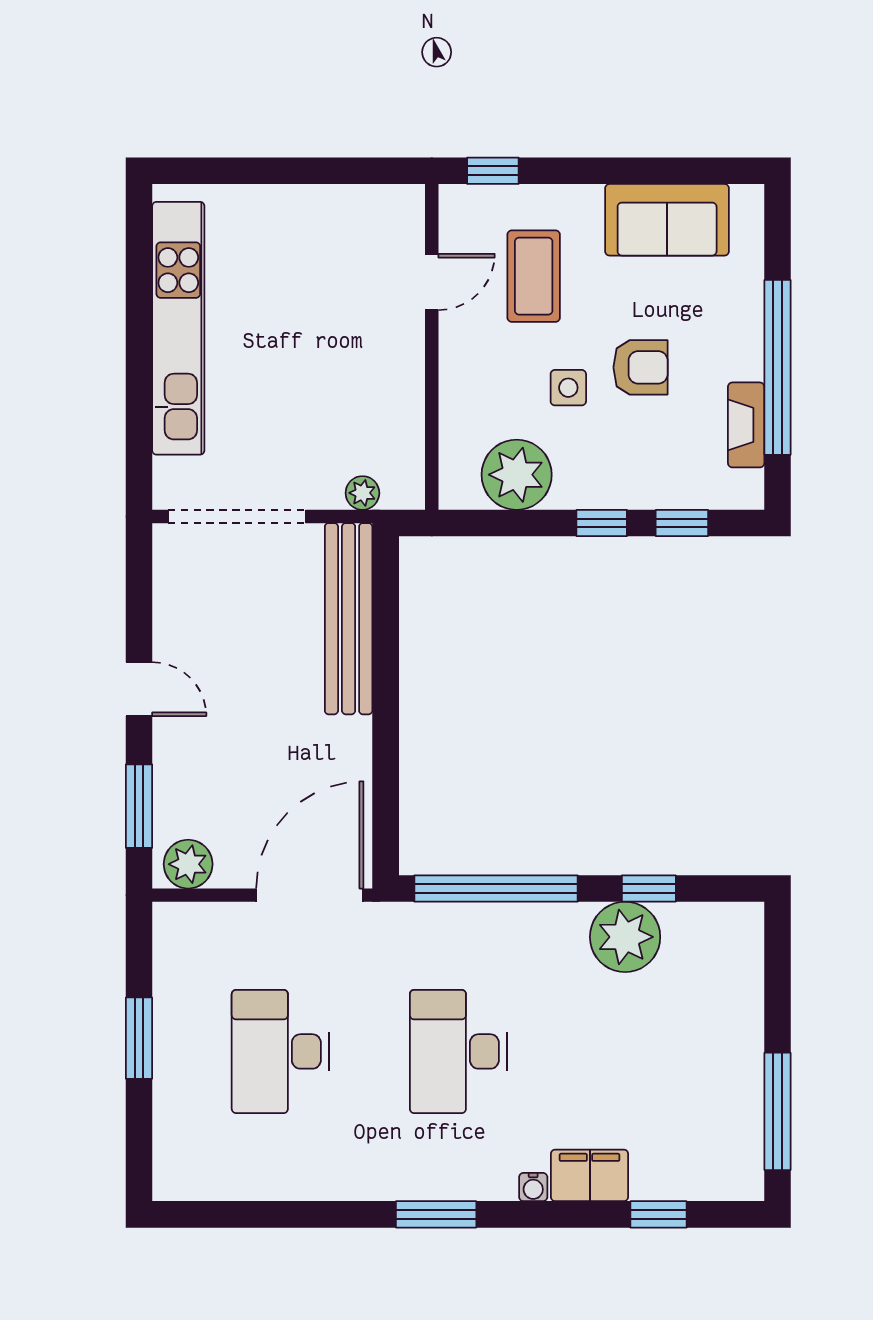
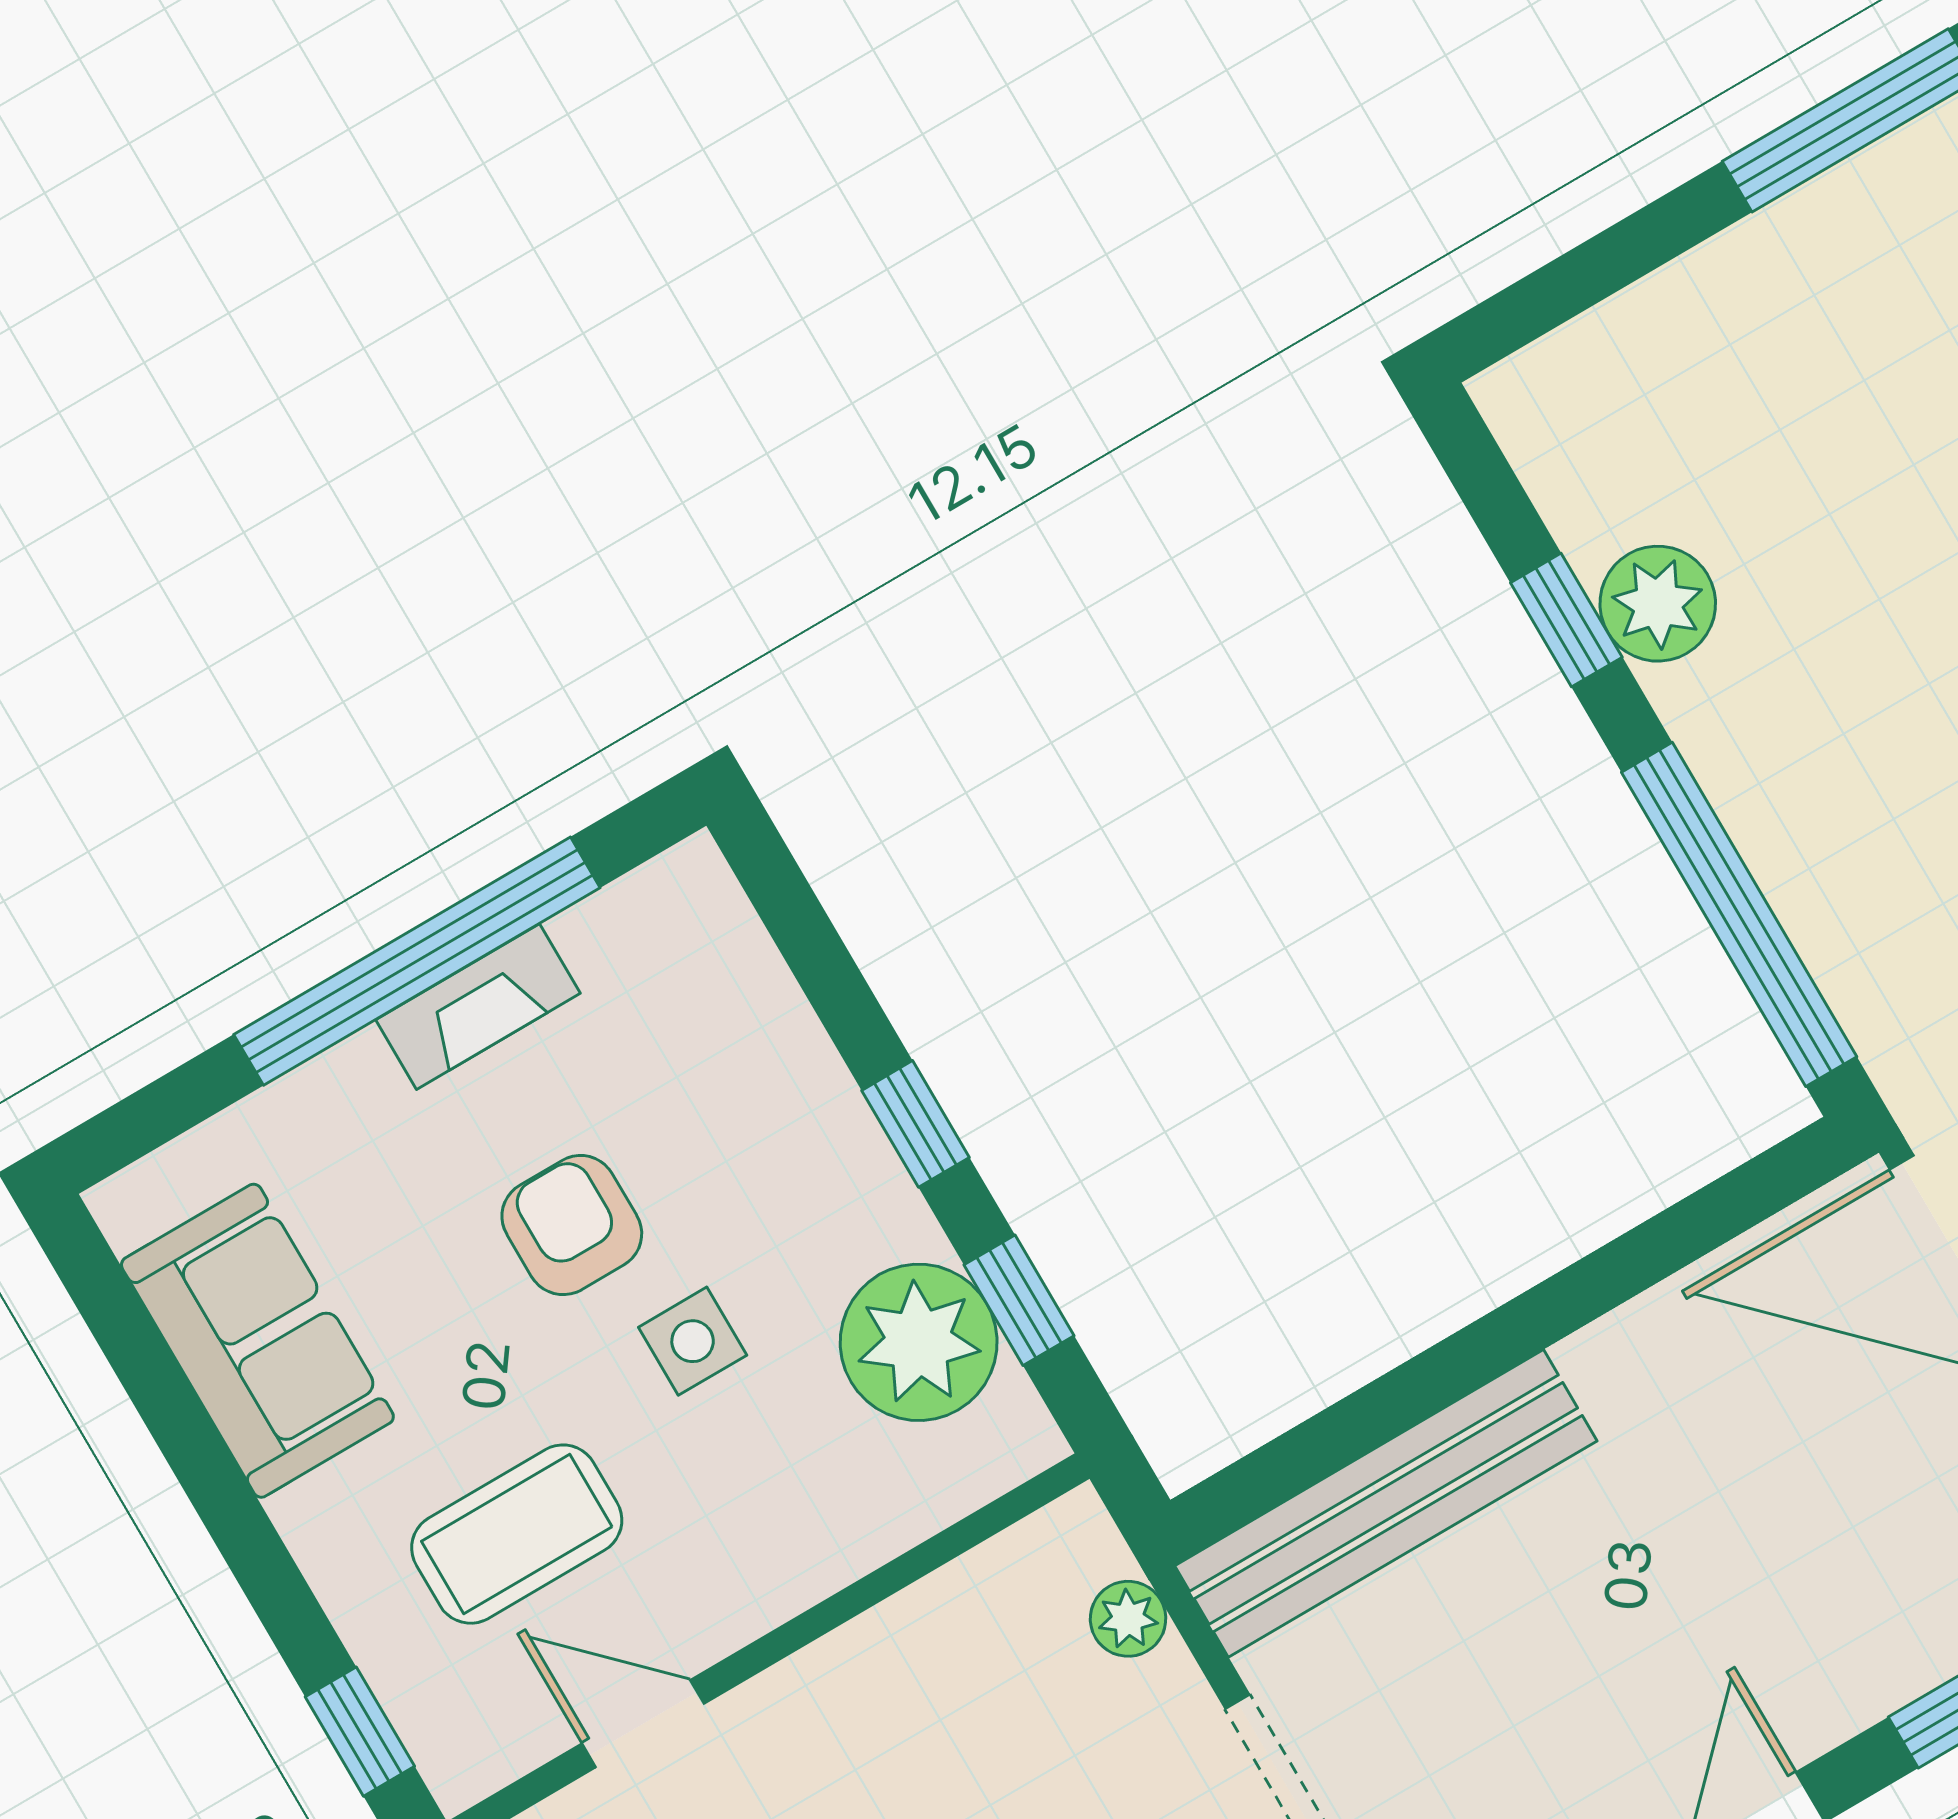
fireplace: (746, 425) -> (478, 1007), moved
window: (682, 523) -> (1019, 1300), moved
plant: (625, 937) -> (1658, 604), width x0.73, depth x0.73

